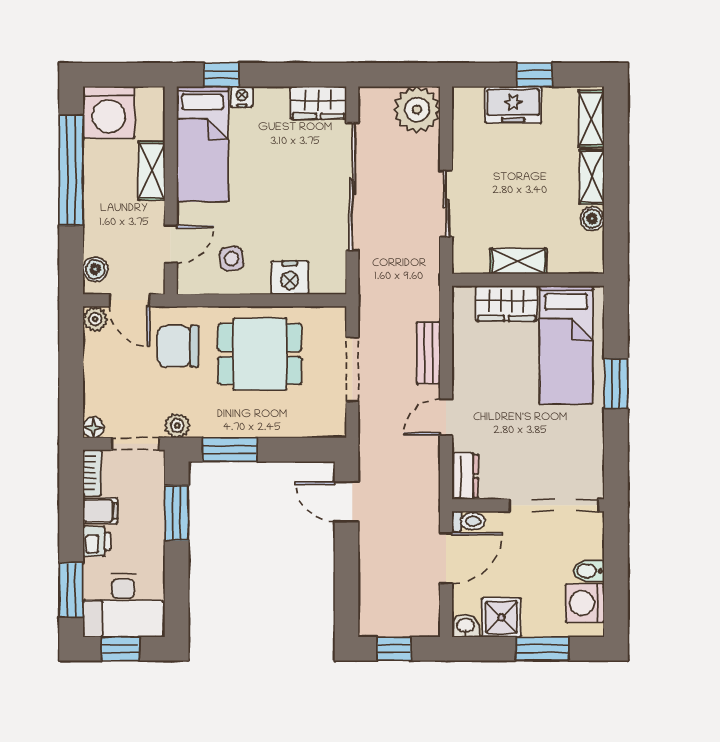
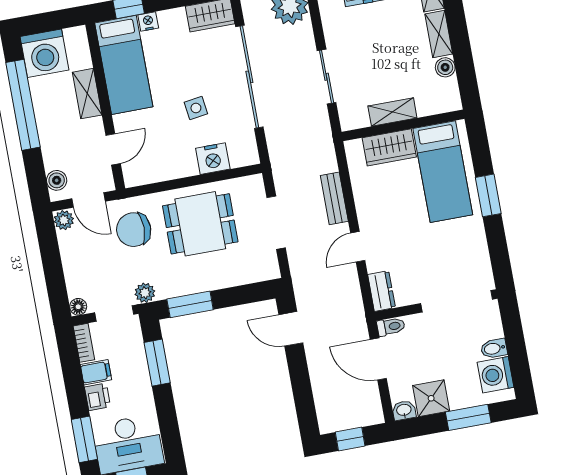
side table: (231, 259) -> (196, 108), moved
door: (446, 558) -> (378, 359), swing flipped

